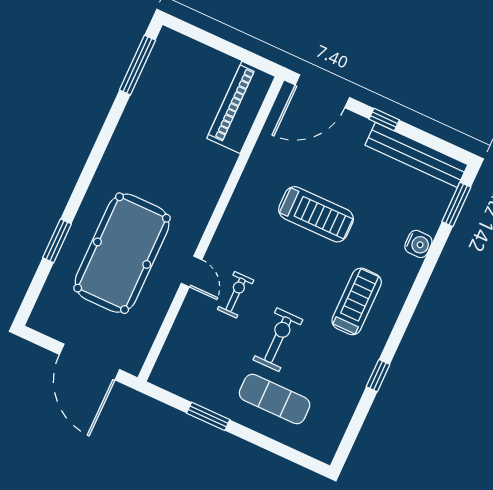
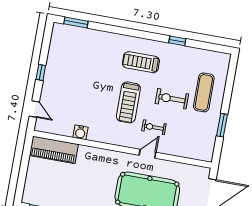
door: (322, 91) -> (34, 109), width x0.53
bench: (416, 155) -> (55, 50), removed
treadmill: (316, 214) -> (128, 102), moved, turned 180
water cooler: (418, 244) -> (80, 132), moved, turned 180

